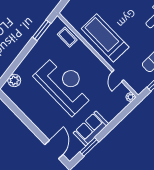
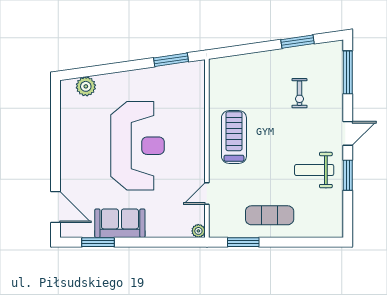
coffee table: (67, 37) -> (192, 95), removed
treadmill: (105, 38) -> (234, 137), width x0.73, depth x0.73
door: (54, 150) -> (56, 207), hinge flipped

